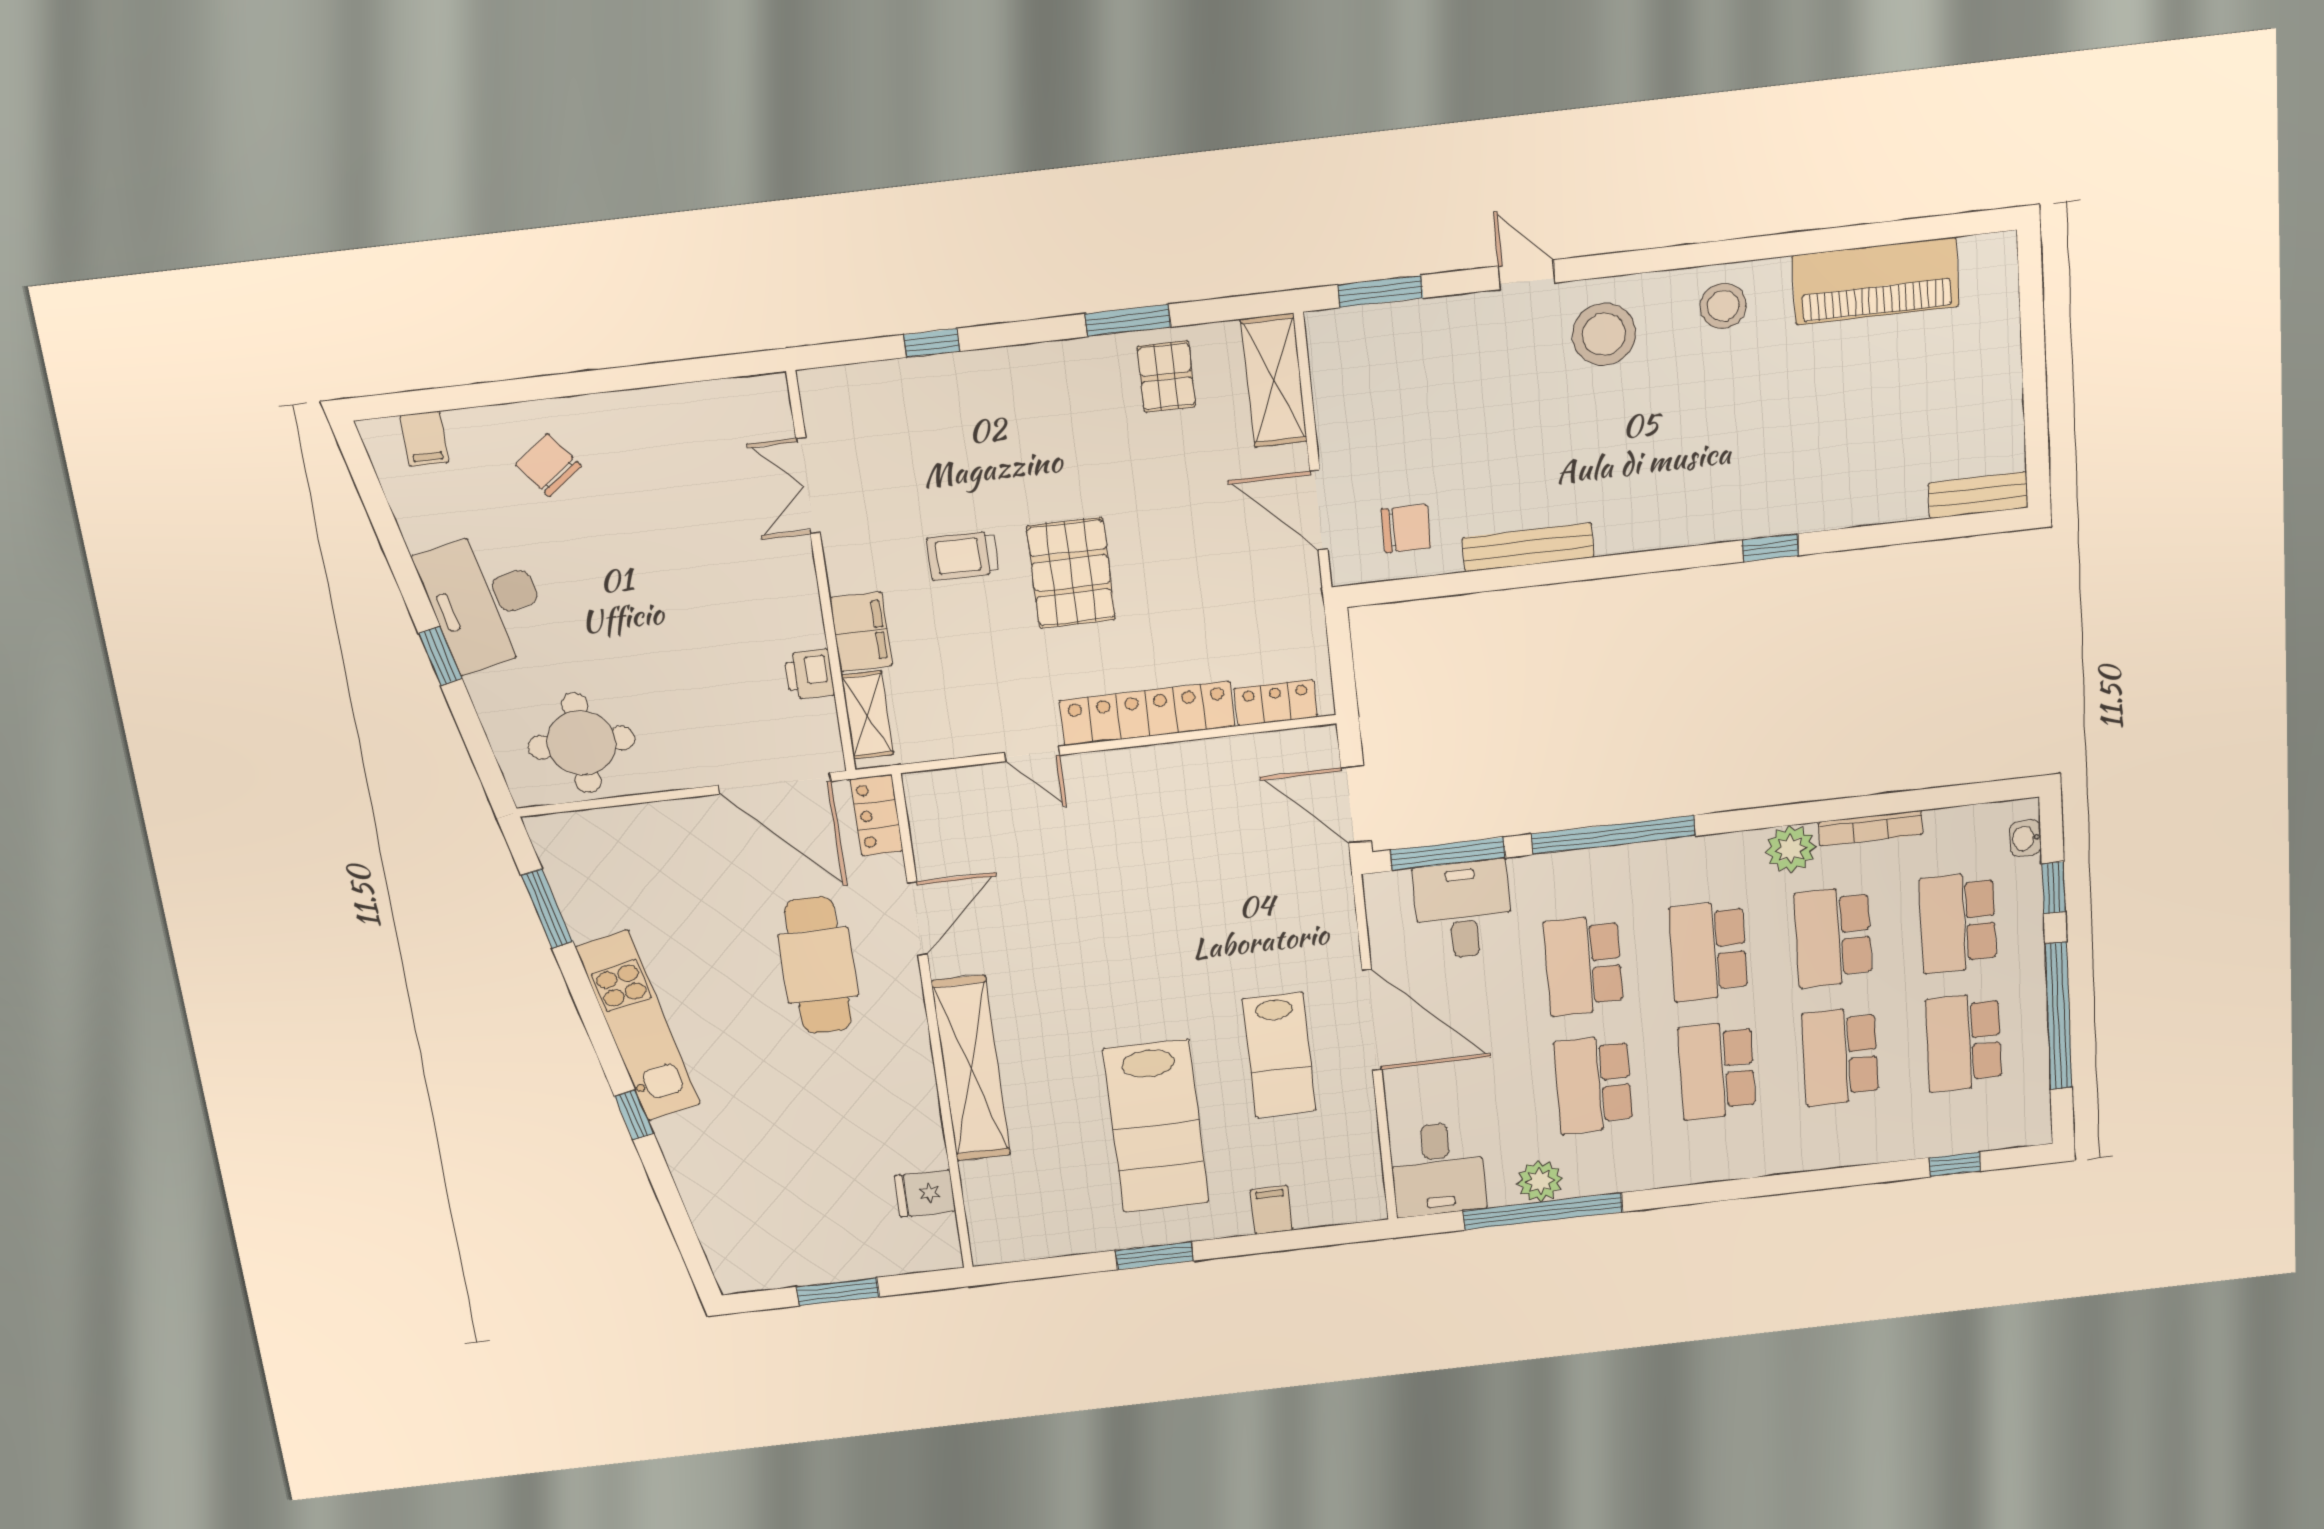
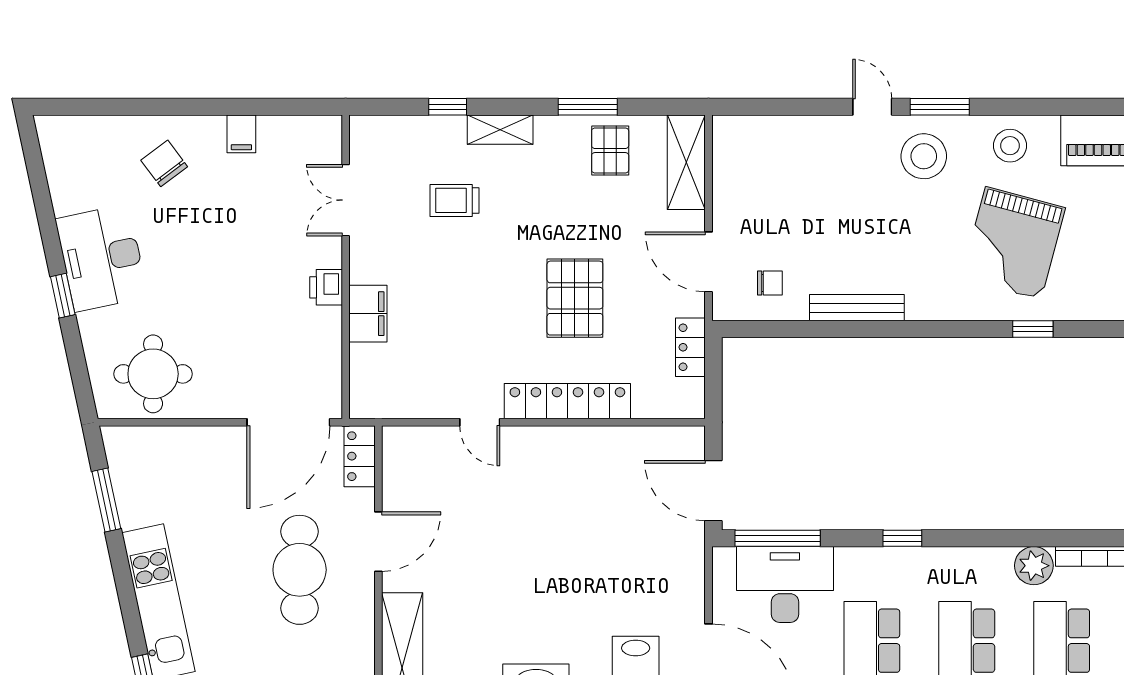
window: (1380, 291) -> (940, 107), moved
grand piano: (1736, 437) -> (1013, 243), added
filing cabinet: (425, 439) -> (241, 134), moved
chair: (1406, 529) -> (770, 283), width x0.73, depth x0.73
trolley: (963, 556) -> (454, 200), moved
pallet: (1071, 573) -> (575, 298), moved
printer: (809, 674) -> (326, 287), moved
locker: (1276, 703) -> (690, 347), moved, turned -90
shelving: (867, 715) -> (500, 130), moved, turned 90
door: (774, 783) -> (288, 422), hinge flipped
window: (1614, 835) -> (902, 538), width x0.32
desk: (1463, 910) -> (785, 585), width x1.37

